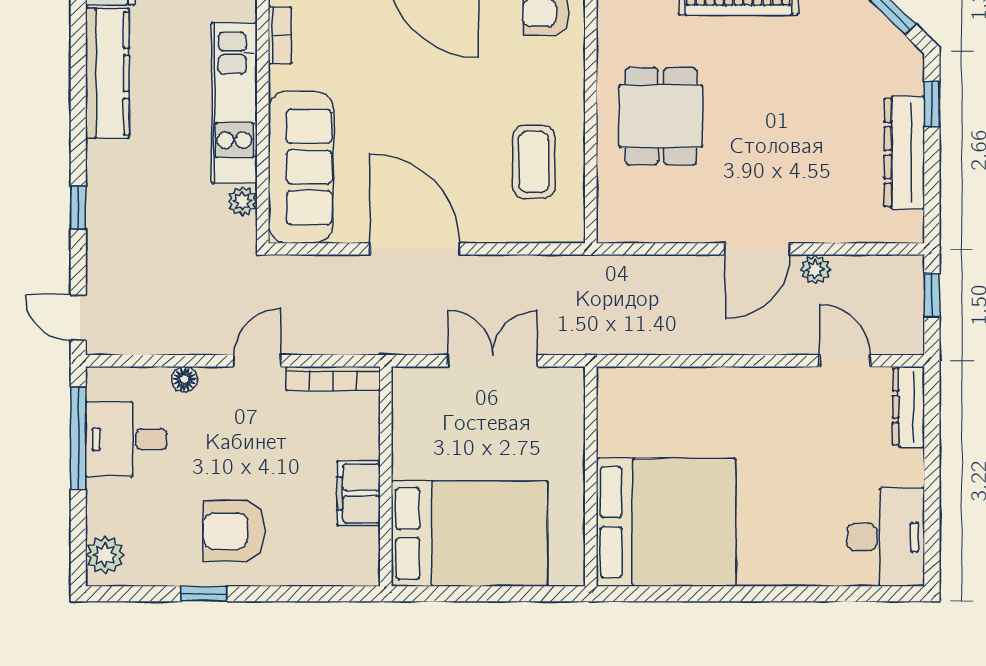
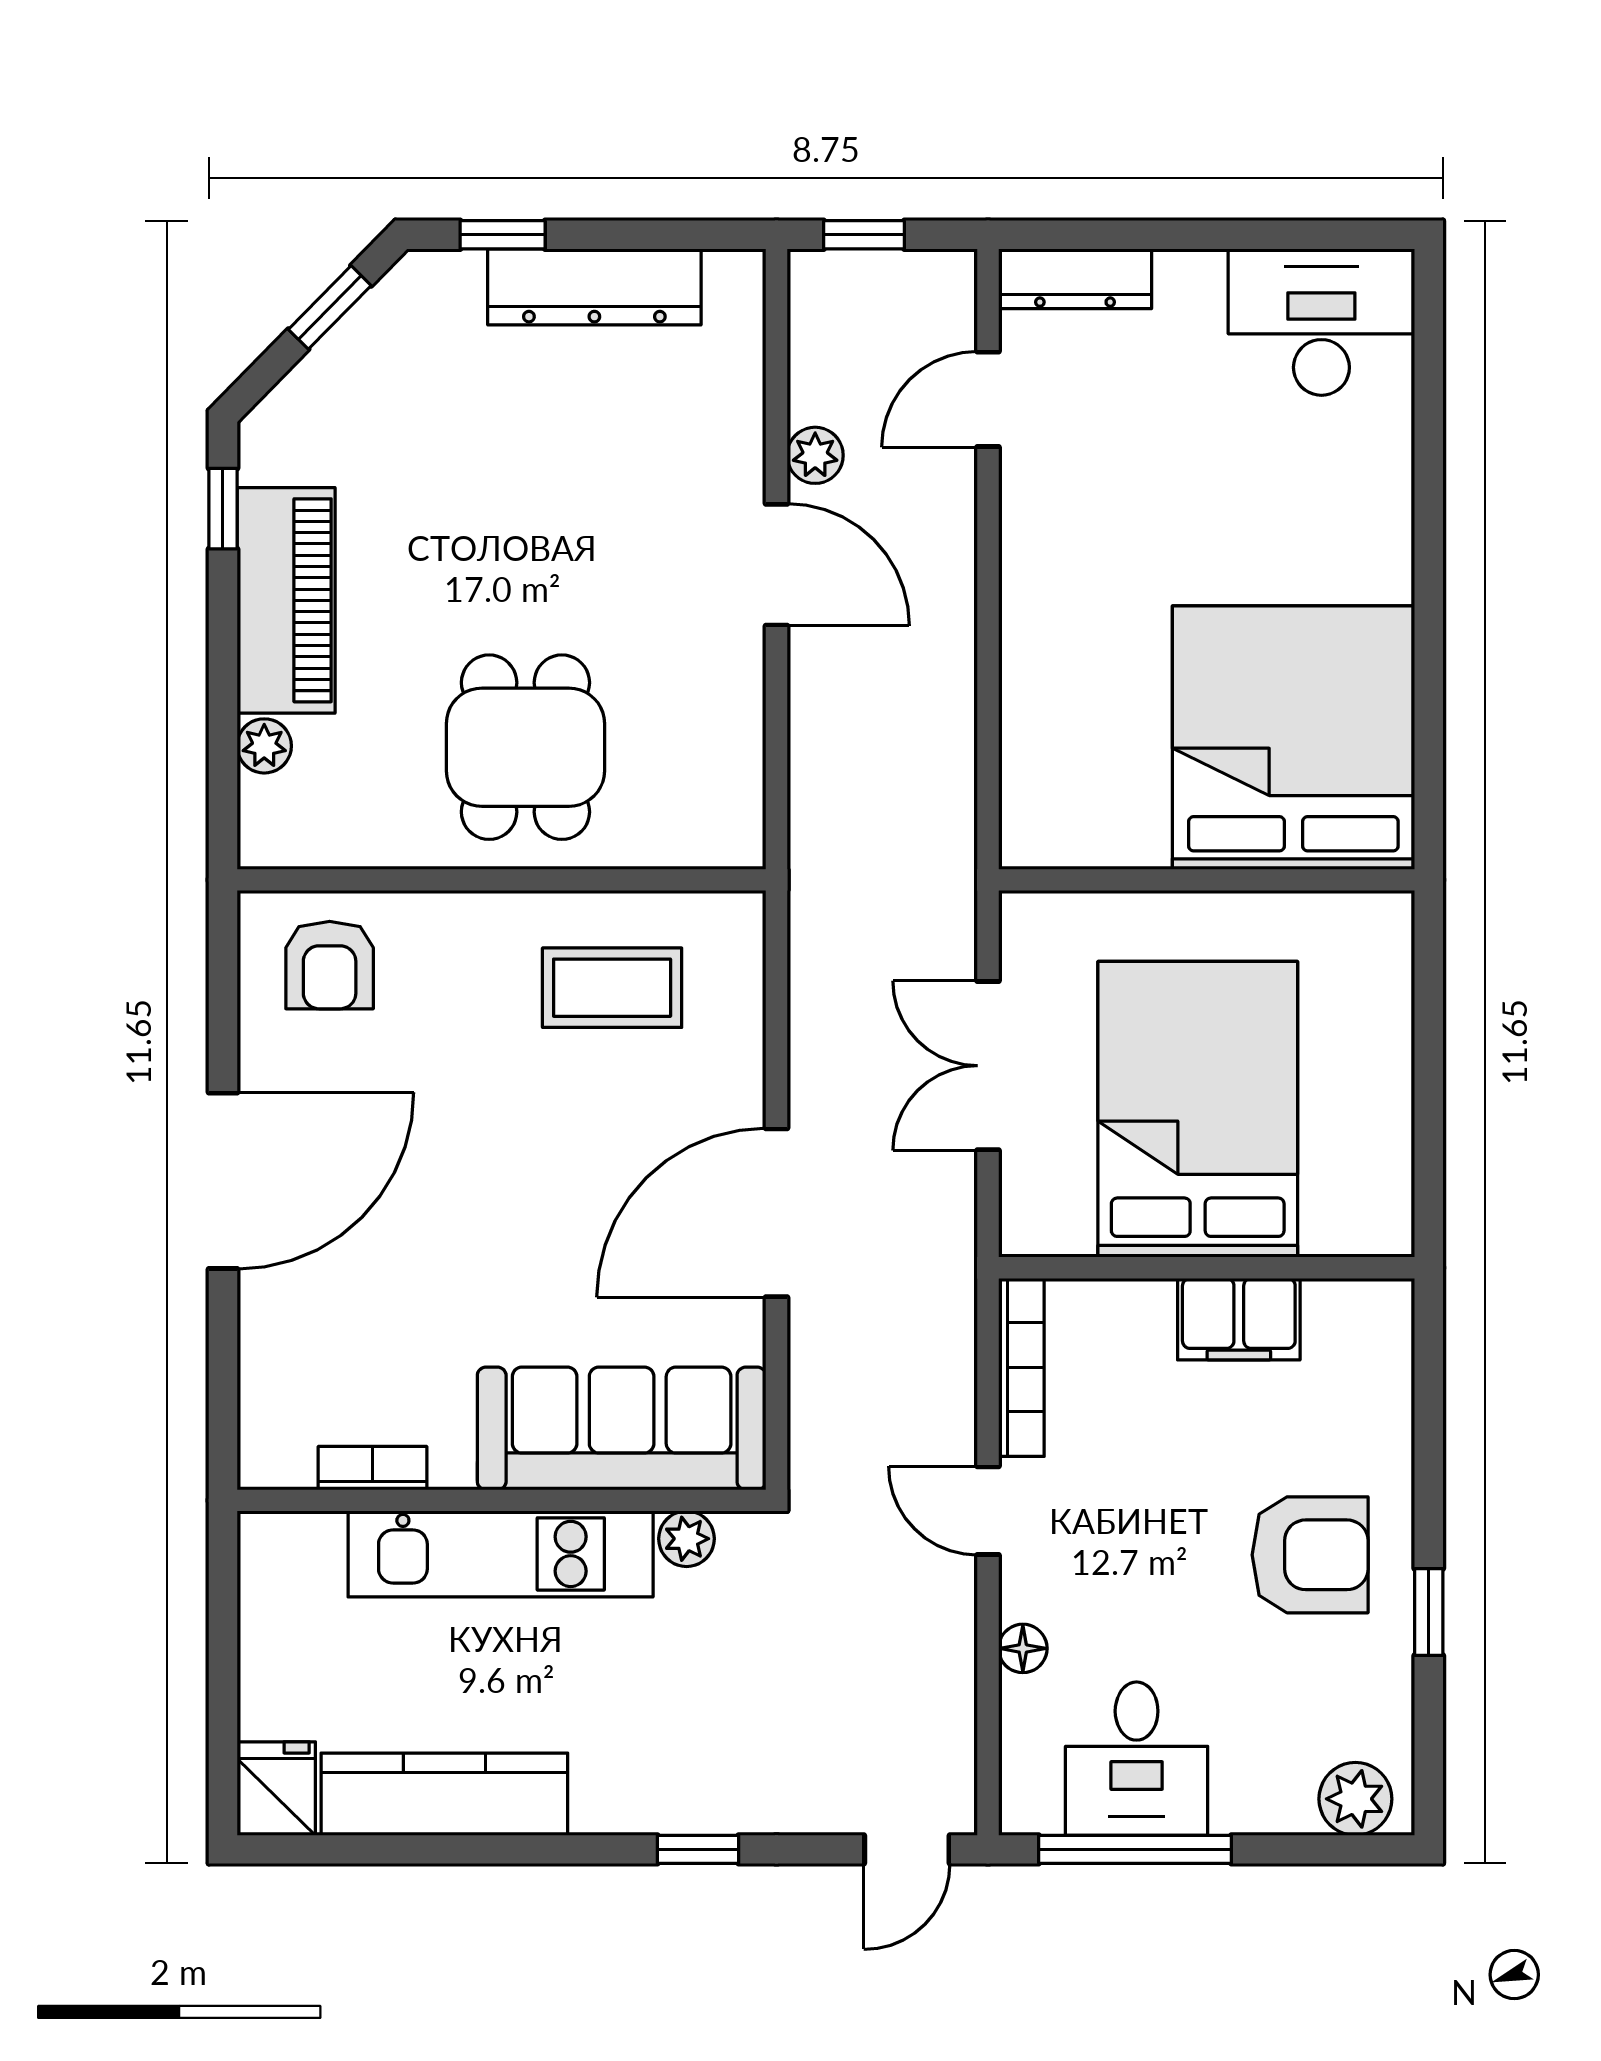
dining table: (661, 116) -> (525, 747), turned 90
armchair: (234, 531) -> (1310, 1555), turned -90
bed: (470, 534) -> (1198, 1109), moved

